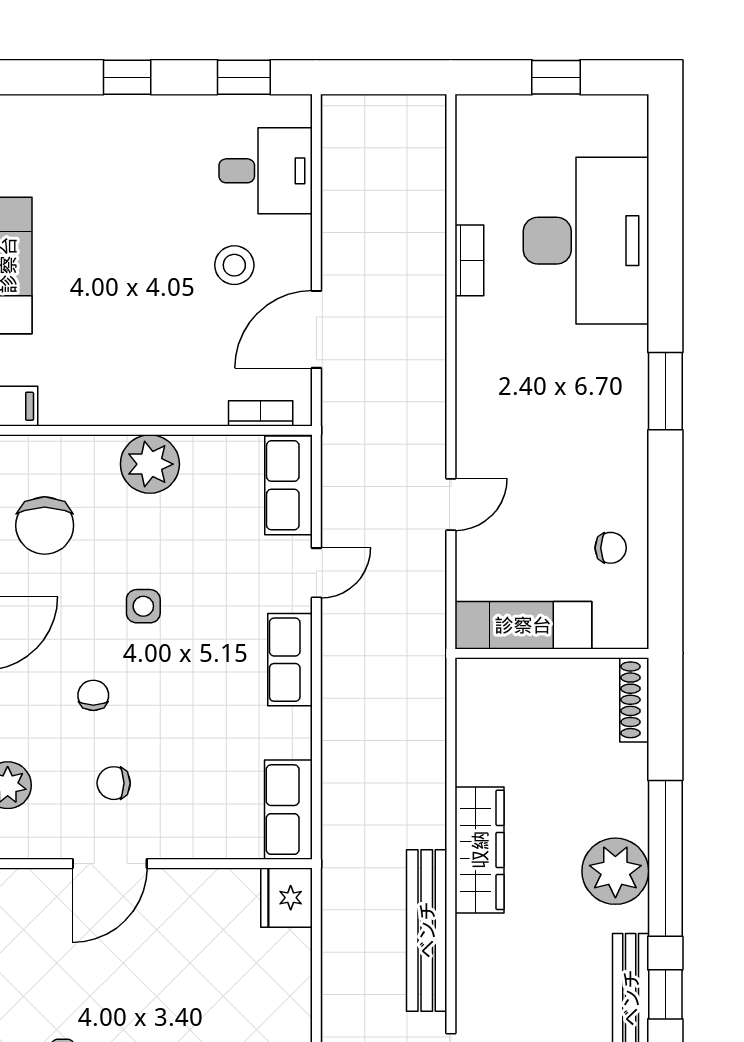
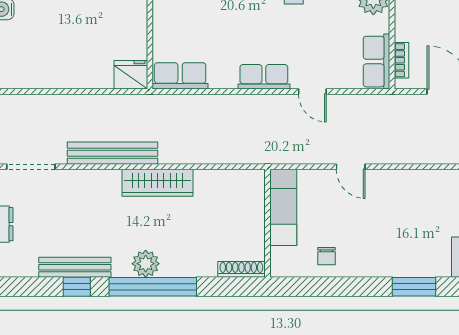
row of seats: (288, 485) -> (376, 62), moved, turned -90
plant: (615, 871) -> (146, 264), width x0.73, depth x0.73

